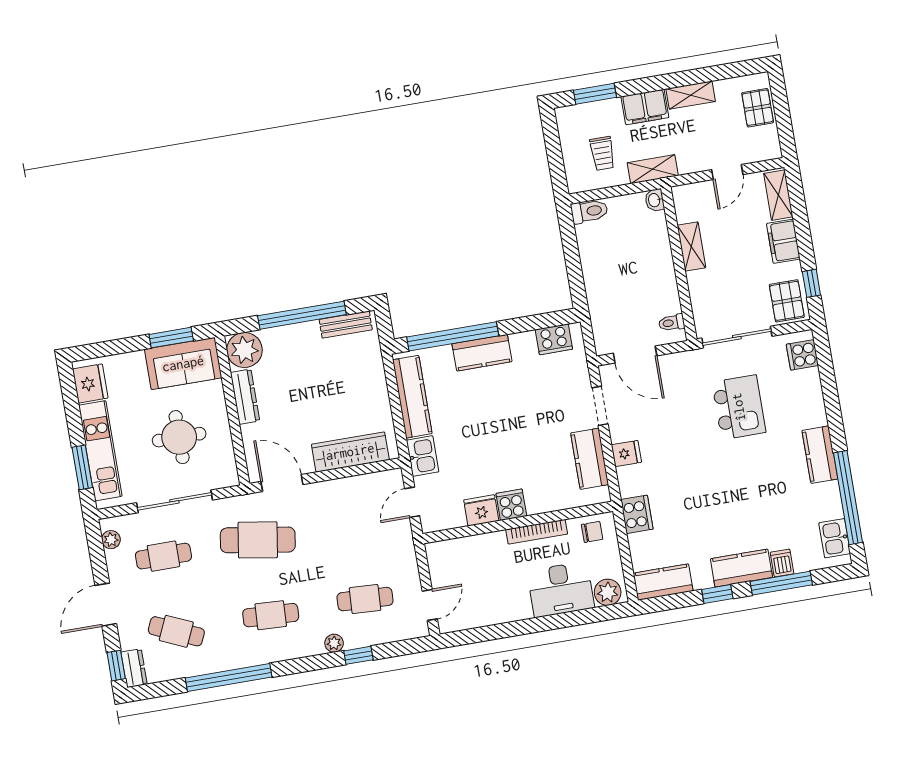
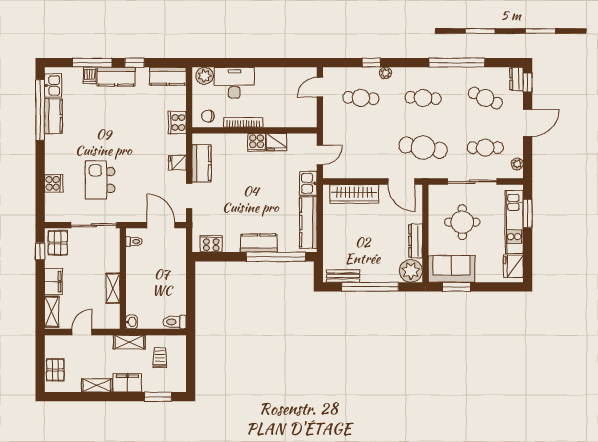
cooker: (802, 355) -> (54, 183), moved
kitchen counter: (820, 455) -> (53, 116), moved

